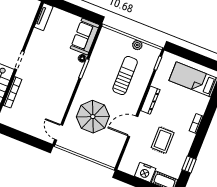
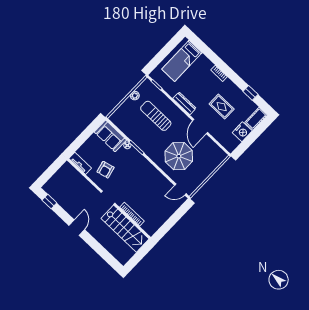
armchair: (48, 46) -> (106, 170), added

